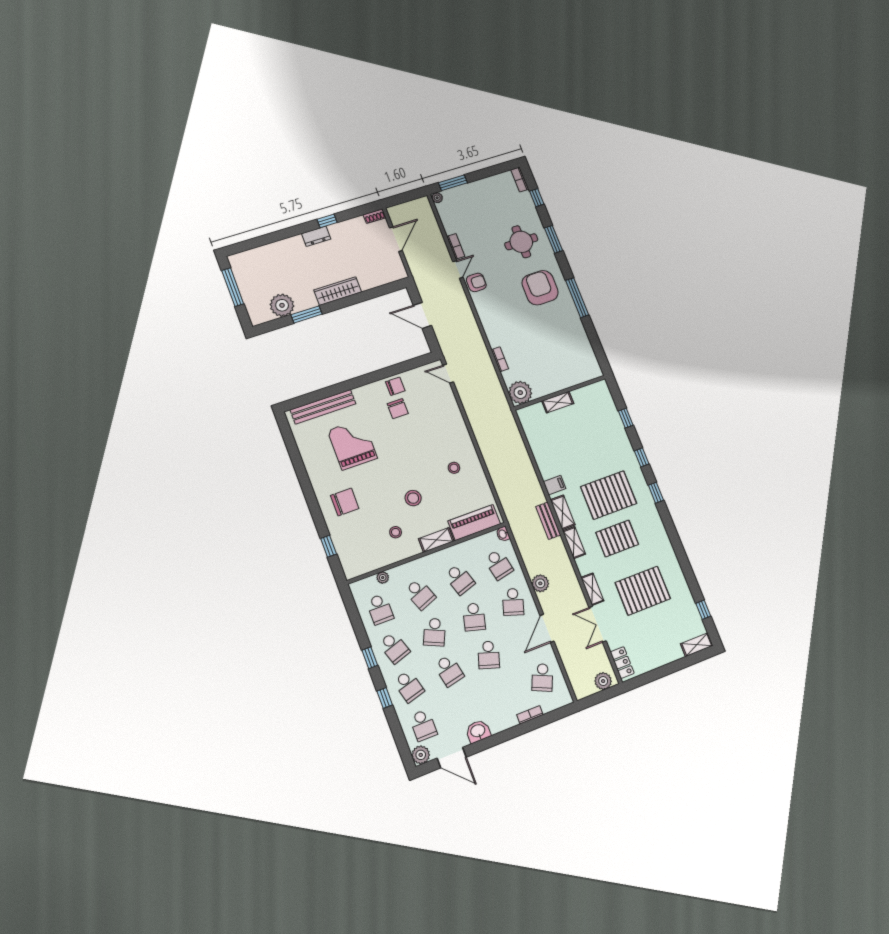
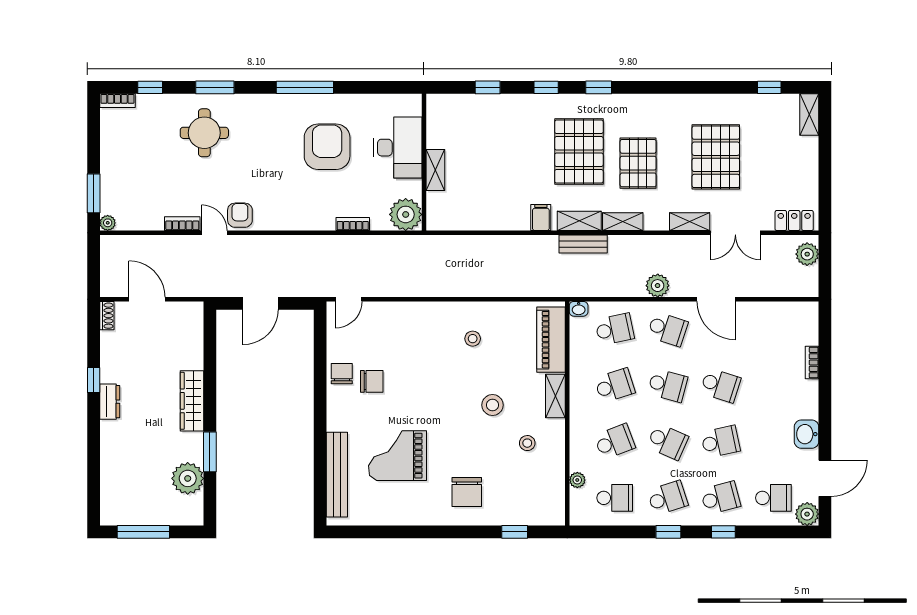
armchair: (540, 288) -> (327, 147), moved, turned 90
desk: (562, 372) -> (398, 148), added
chair: (345, 502) -> (467, 492), turned 180
school desk: (542, 677) -> (773, 329), removed

